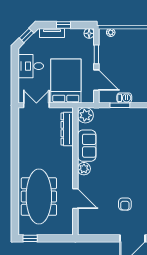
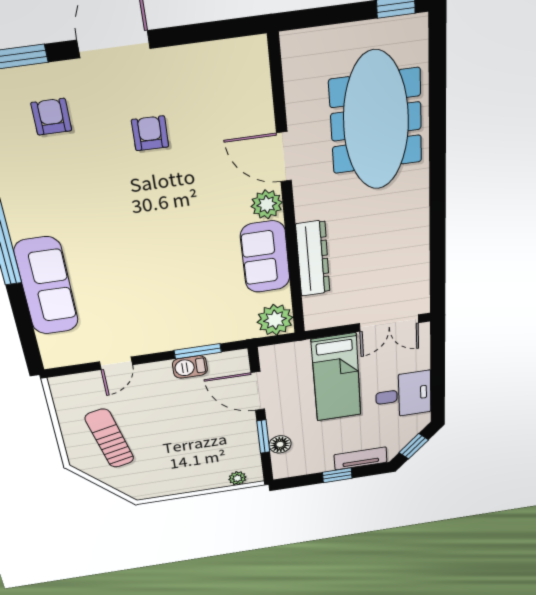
floor lamp: (89, 33) -> (280, 444), moved
bed: (66, 81) -> (336, 378), width x0.67
dresser: (67, 129) -> (313, 259), moved
door: (75, 199) -> (284, 157), moved

